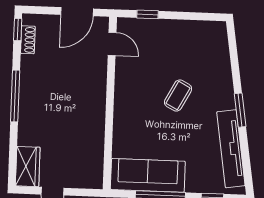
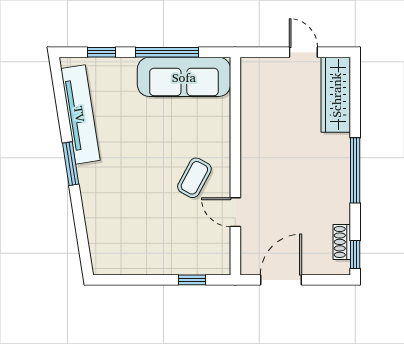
door: (112, 44) -> (235, 212), moved
coffee table: (178, 96) -> (194, 178), moved
wardrobe: (28, 167) -> (336, 95), width x1.50

